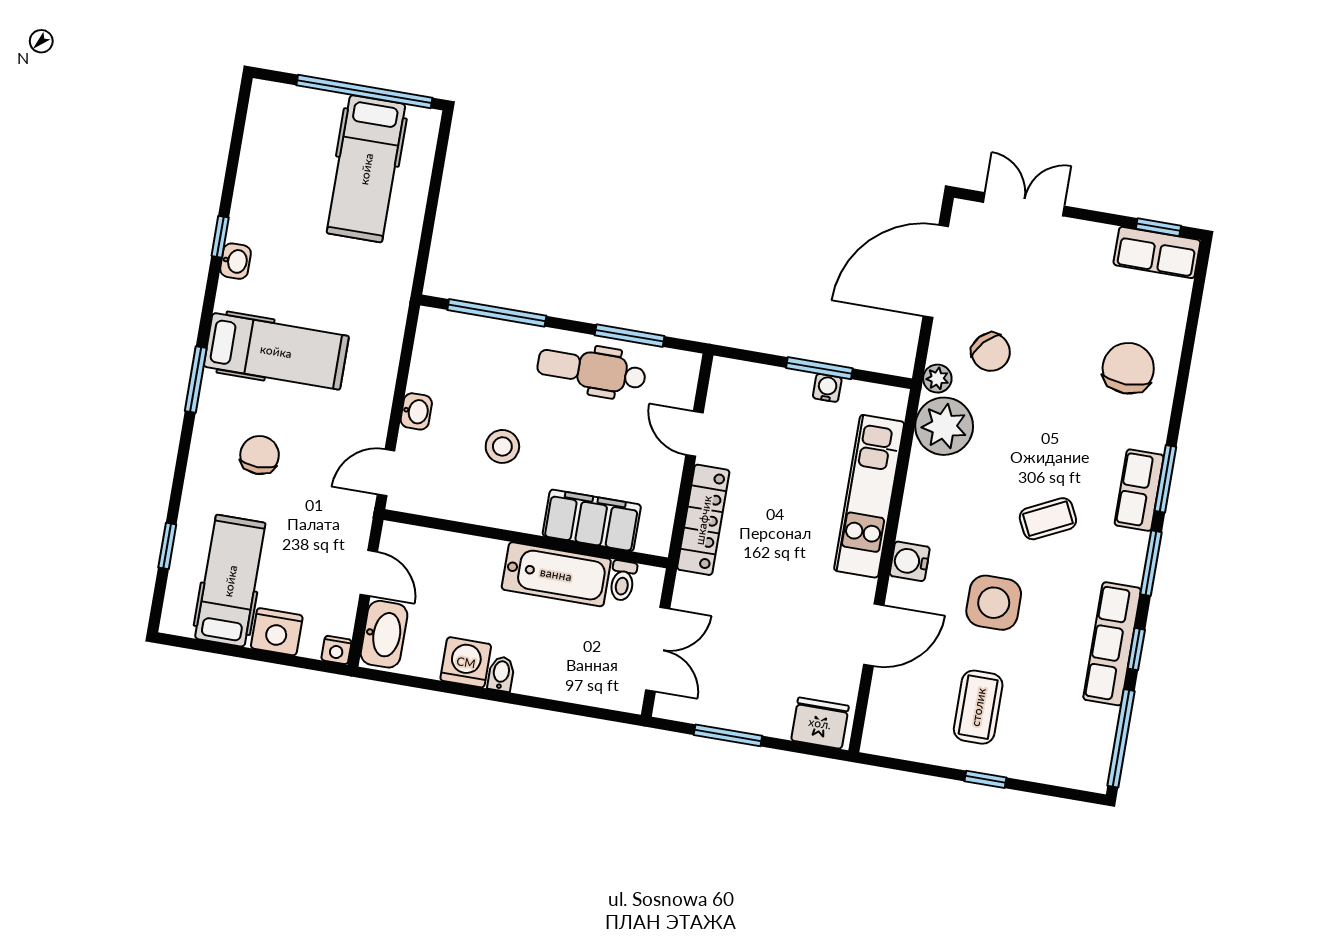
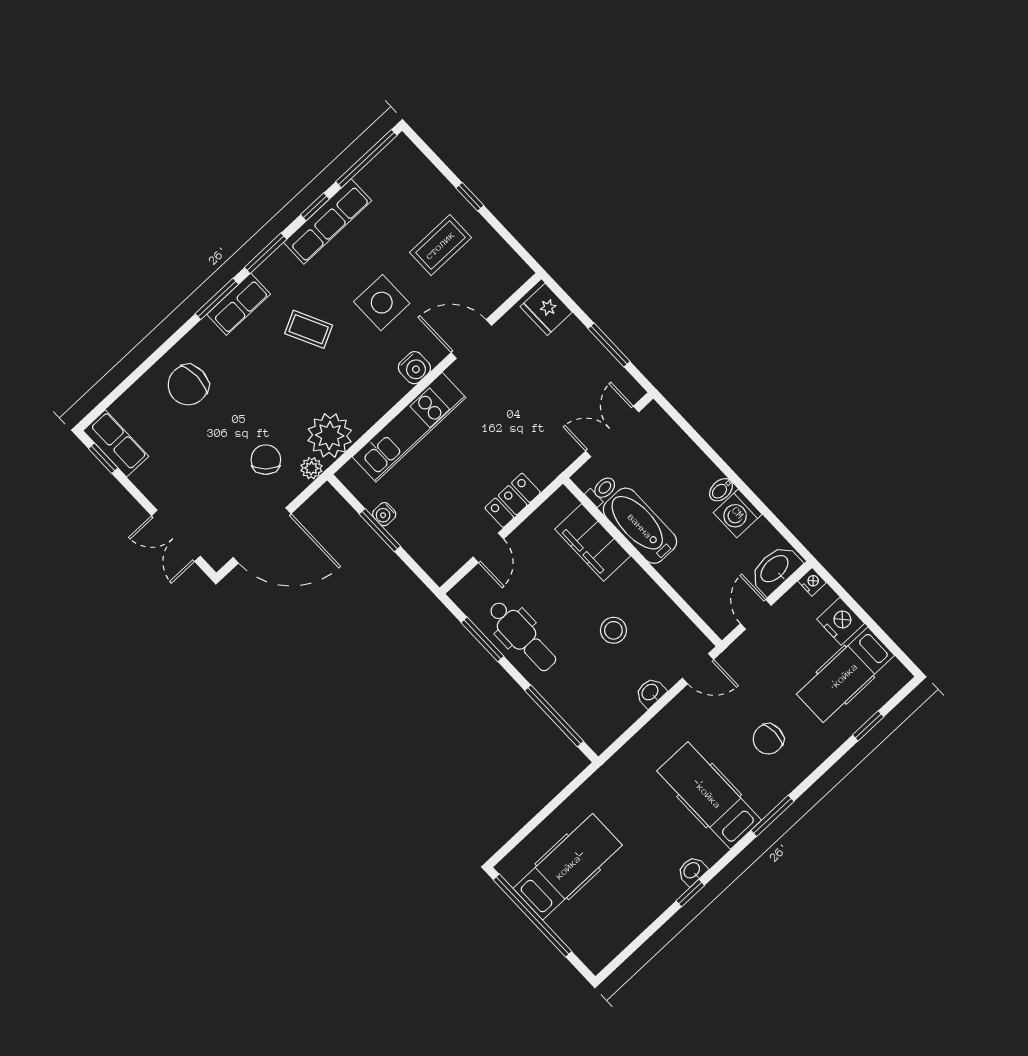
locker: (703, 520) -> (513, 500), width x0.66

